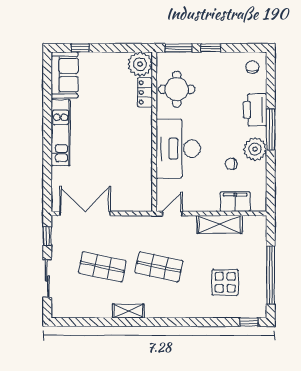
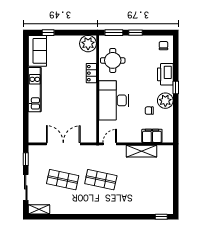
locker: (145, 92) -> (91, 73), moved
window: (271, 129) -> (176, 87), width x0.46
double door: (85, 214) -> (63, 144), moved
window: (271, 275) -> (176, 185), removed
display table: (225, 282) -> (145, 190), removed
shelving: (128, 311) -> (39, 209), moved

